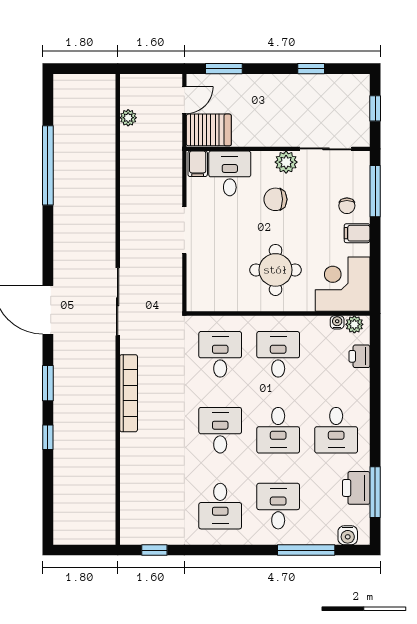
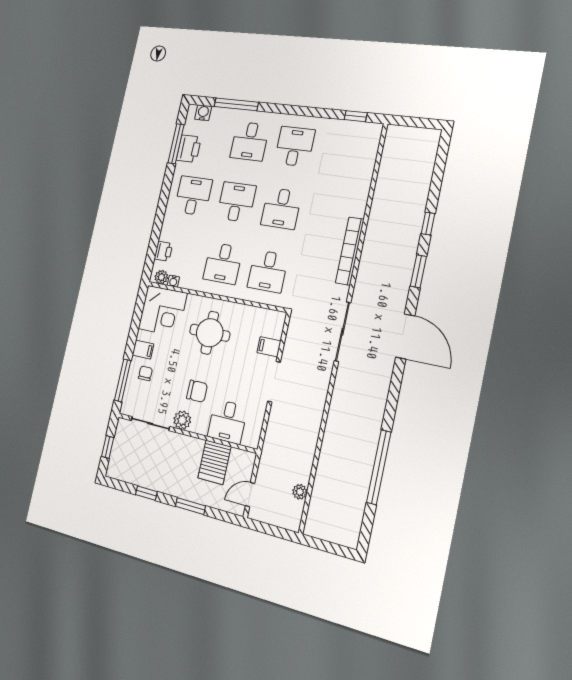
window: (224, 69) -> (190, 506), moved
server rack: (209, 130) -> (214, 462), moved, turned -90
filing cabinet: (198, 164) -> (269, 347), moved, turned -90

